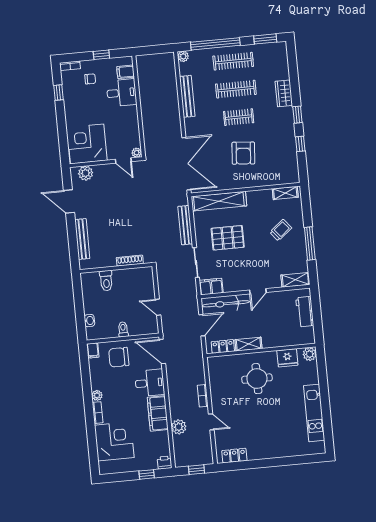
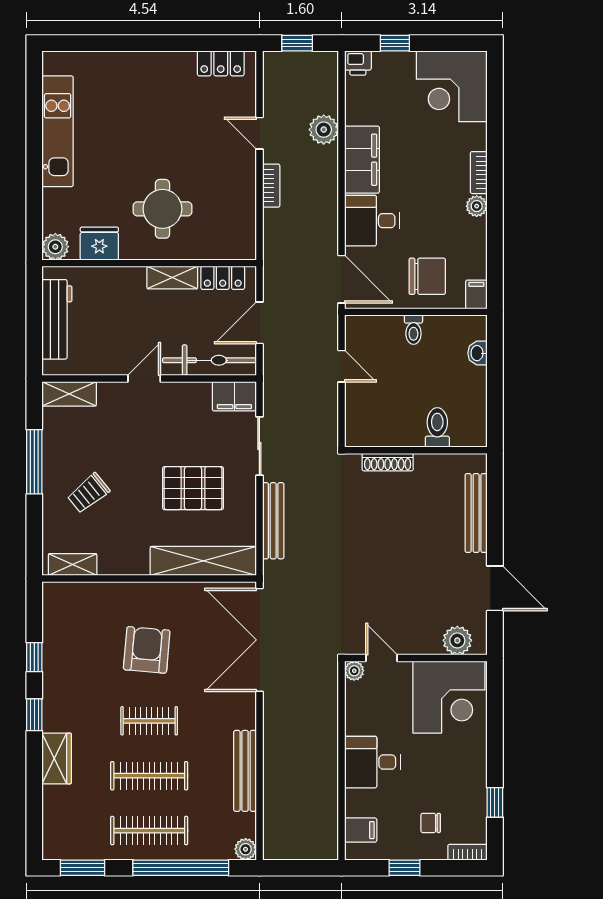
desk: (122, 93) -> (372, 762), moved
workbench: (305, 312) -> (57, 319), width x1.38
corner desk: (114, 441) -> (452, 86), moved

